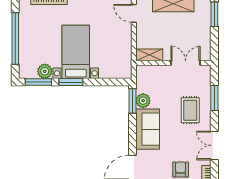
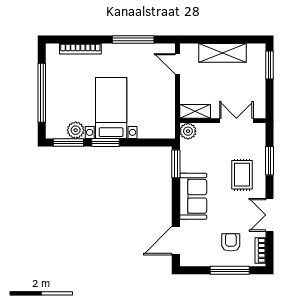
plant: (143, 101) -> (188, 131), moved

